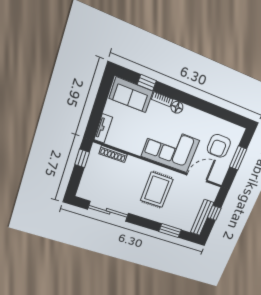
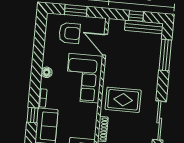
floor lamp: (177, 107) -> (47, 72), moved
rug: (157, 190) -> (123, 100), moved
window: (170, 231) -> (165, 55), width x1.44

